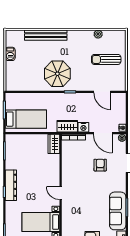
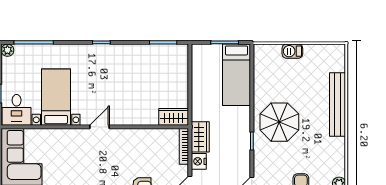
barbecue: (10, 54) -> (292, 51), moved
bed: (26, 119) -> (236, 75), moved
dresser: (11, 185) -> (111, 52), removed

